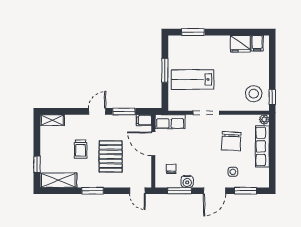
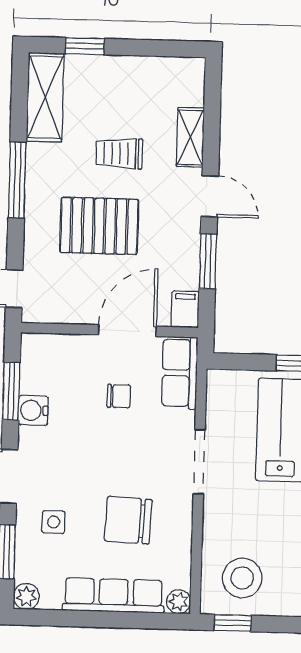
shelving: (52, 120) -> (190, 137), moved
chair: (171, 169) -> (119, 396), moved
plant: (264, 182) -> (26, 596), added
window: (93, 191) -> (17, 180), width x1.44

